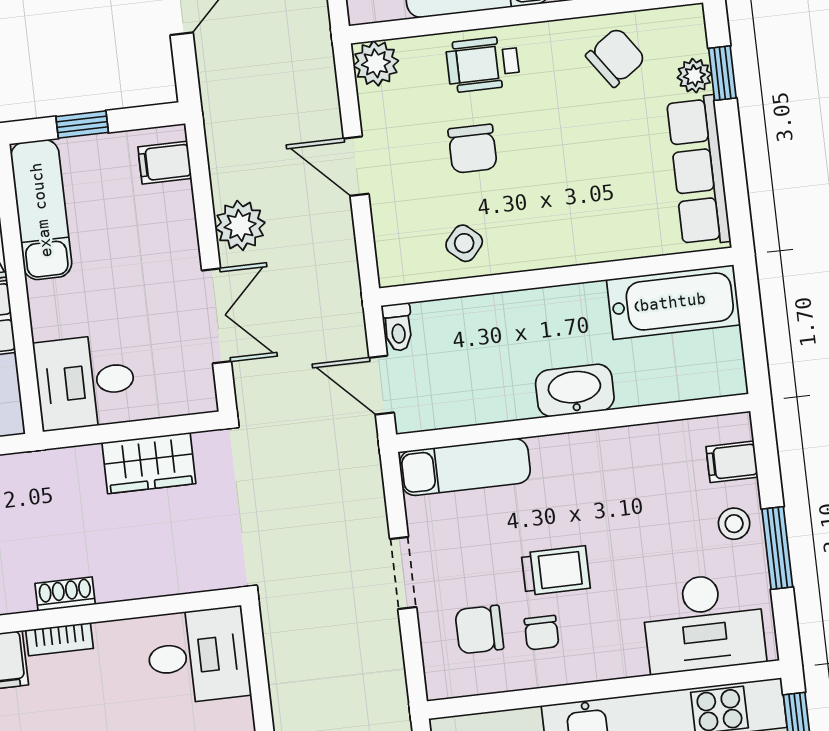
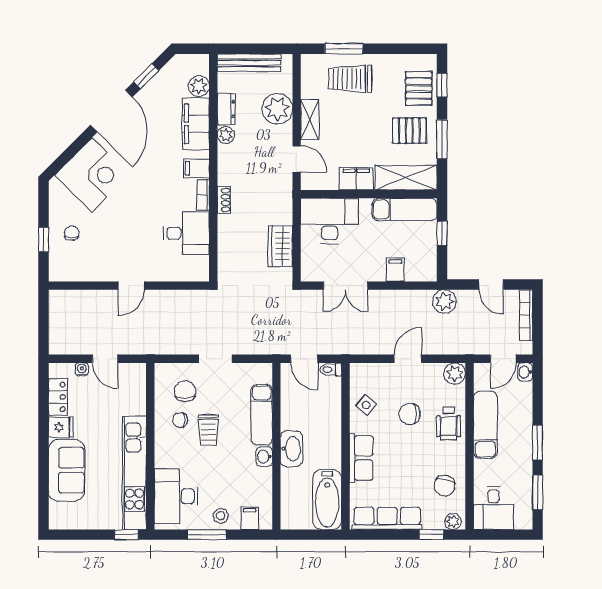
chair: (616, 57) -> (445, 486), turned 46
wheelchair: (483, 64) -> (449, 423), turned 180
plant: (694, 76) -> (453, 521), moved
filing cabinet: (165, 163) -> (395, 270), moved
plant: (240, 225) -> (444, 301), moved
row of seats: (578, 240) -> (361, 458), added
desk: (85, 382) -> (330, 221), width x1.37
door: (381, 385) -> (304, 359), swing flipped
washbasin: (598, 446) -> (264, 457), added
exam couch: (465, 467) -> (262, 415), moved
desk: (198, 656) -> (186, 233), moved, turned -90

